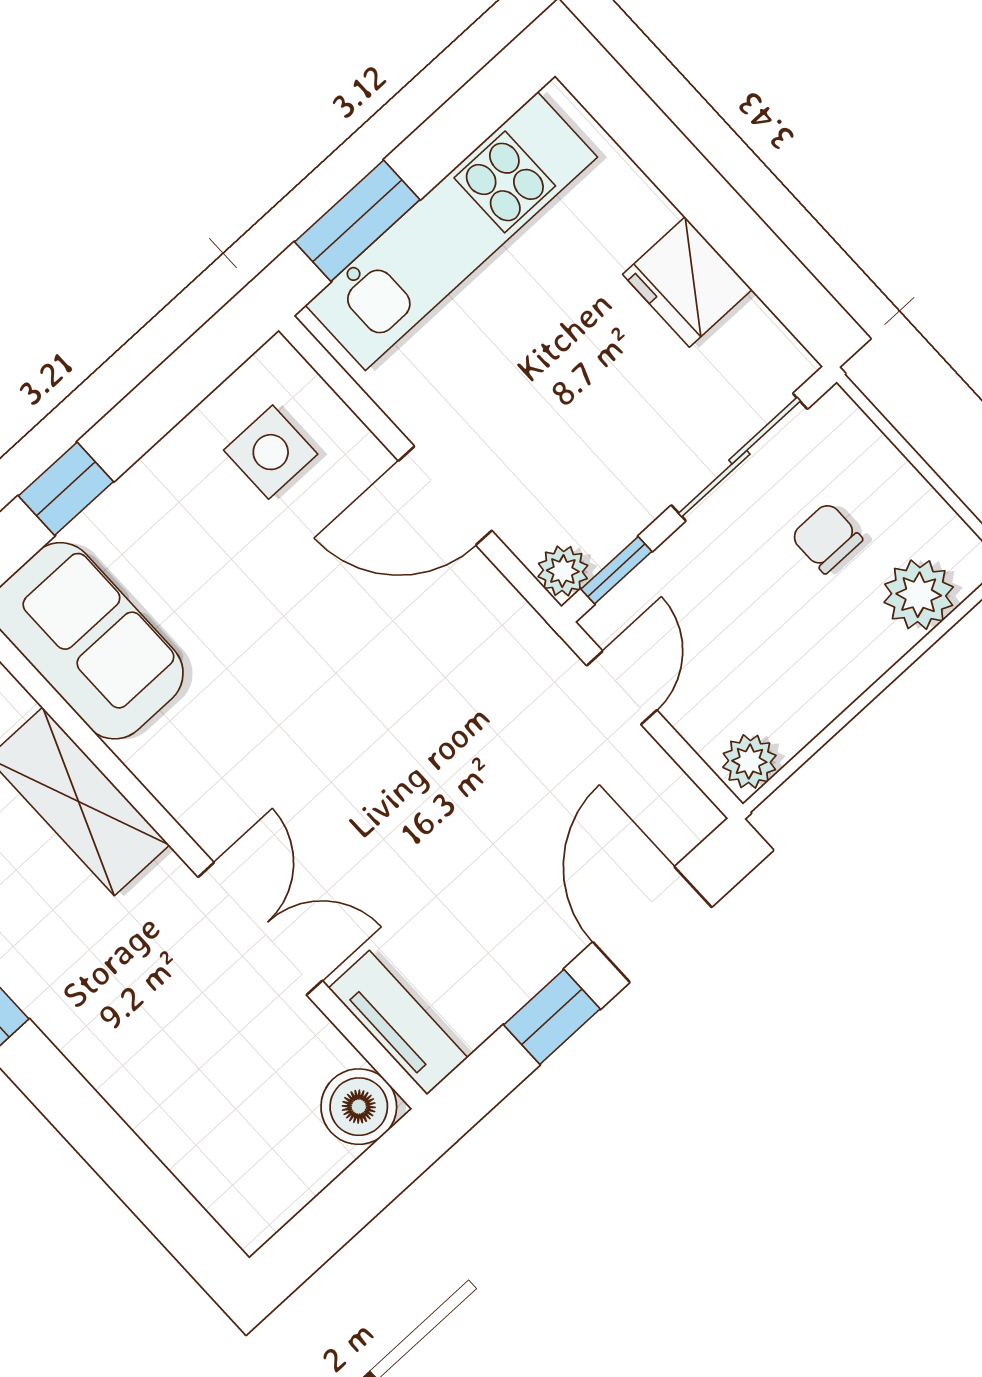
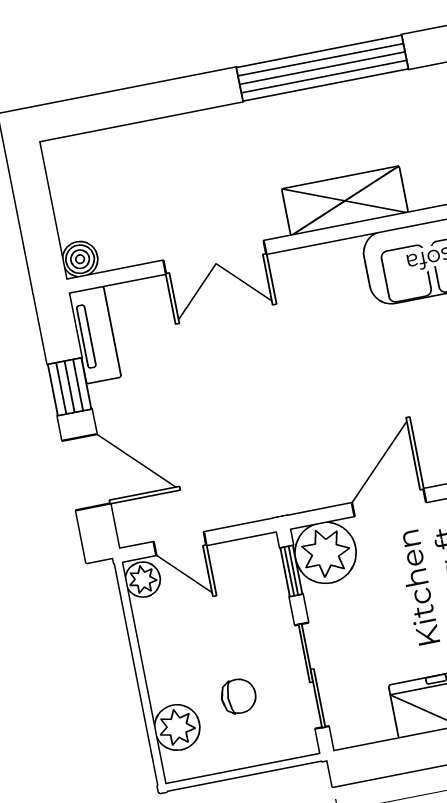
plant: (563, 571) -> (326, 553), width x1.88, depth x1.88
door: (622, 688) -> (180, 544), moved
tv unit: (398, 1023) -> (95, 335), moved, turned -90
boiler: (359, 1107) -> (80, 259), width x0.73, depth x0.73

